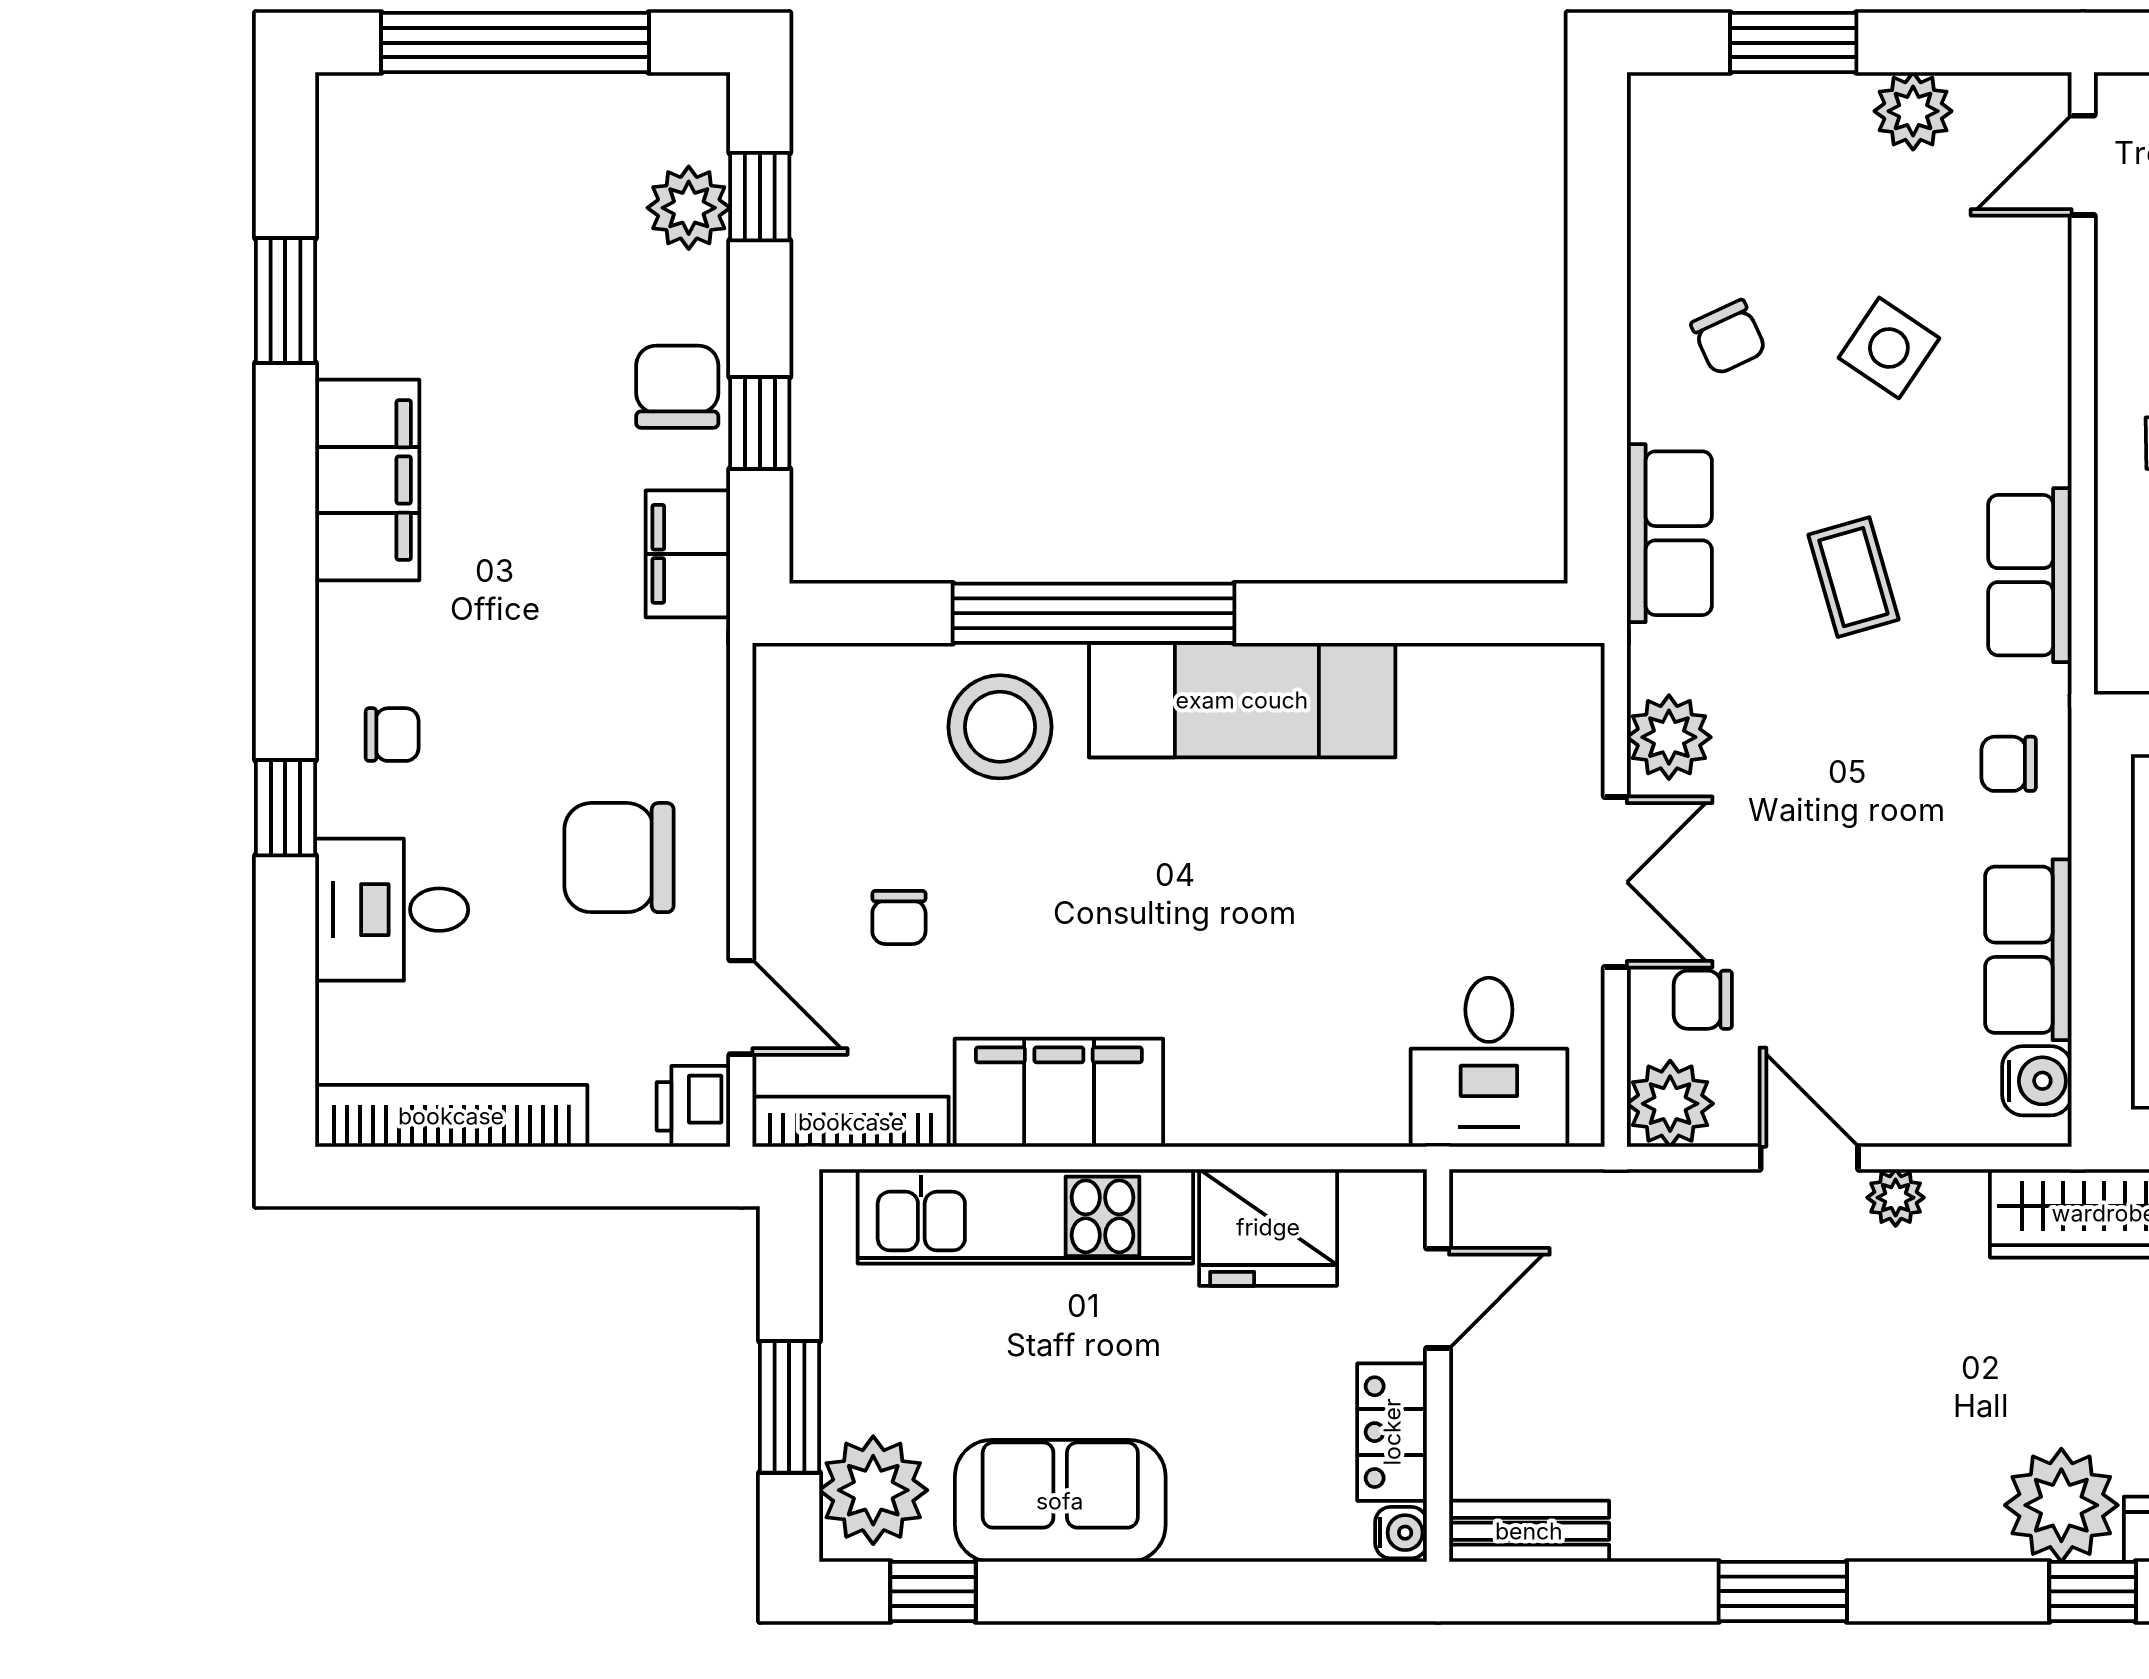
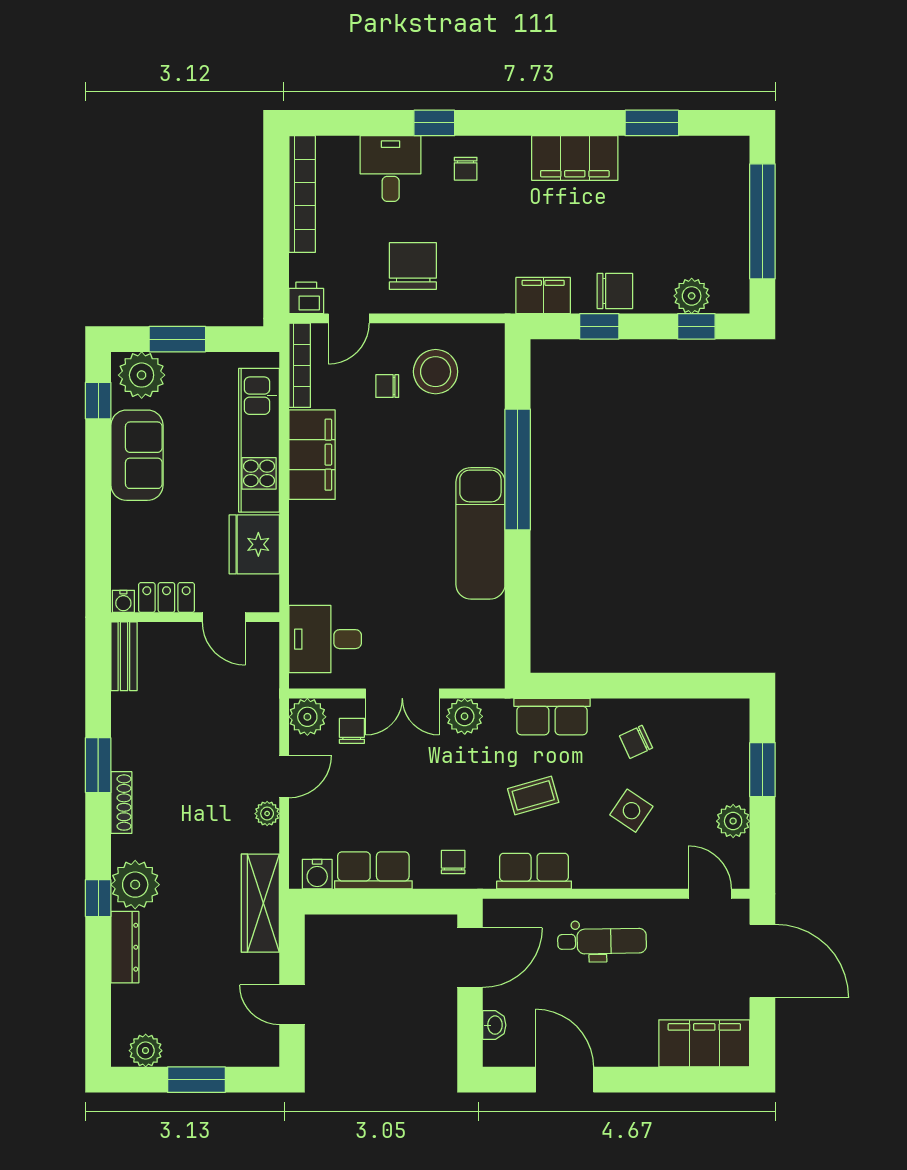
stool: (1000, 727) -> (436, 372), moved
shoe rack: (1870, 1537) -> (121, 803), added

